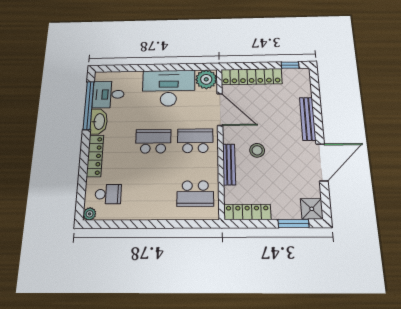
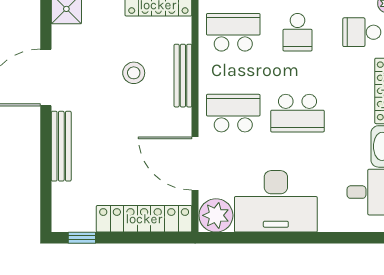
school desk: (195, 141) -> (233, 113), turned 180
stool: (257, 150) -> (134, 73), moved
school desk: (151, 194) -> (297, 32), added

